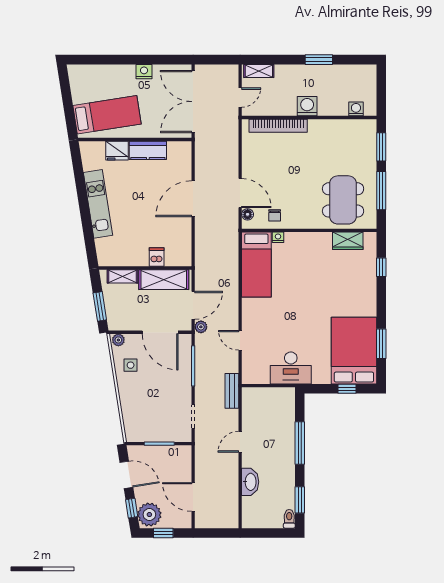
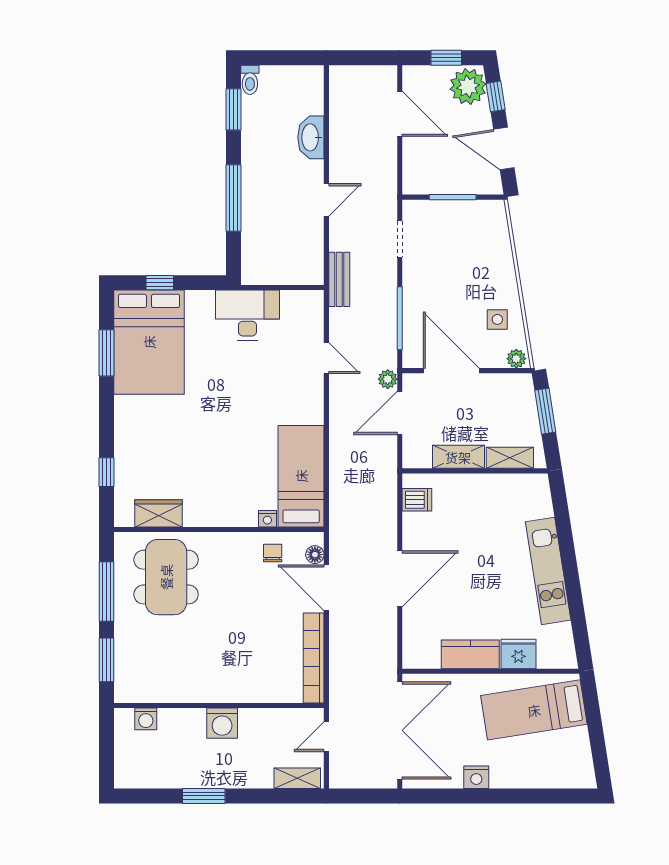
bookcase: (278, 126) -> (314, 658), moved, turned -90
dishwasher: (157, 257) -> (417, 500), moved, turned -90
shelving: (164, 280) -> (458, 457), width x0.67, depth x0.75

